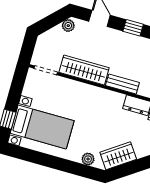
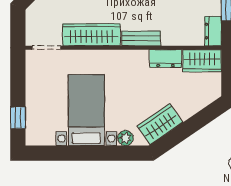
bed with nightstands: (42, 127) -> (86, 110), moved, turned -90

